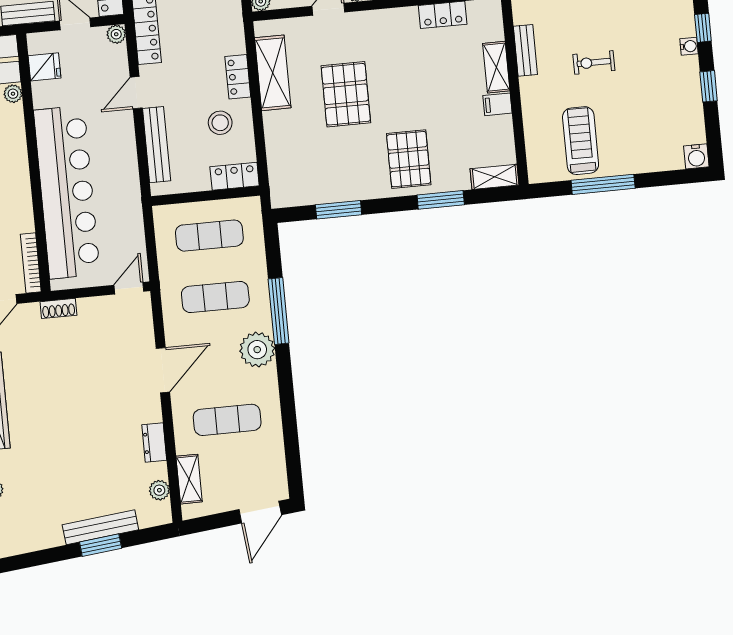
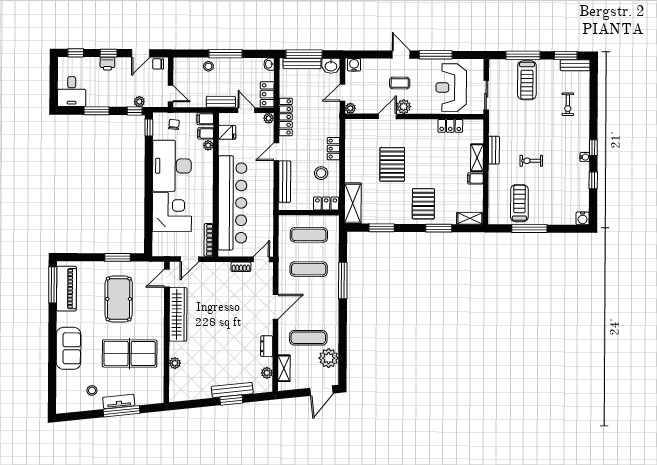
shelving: (273, 73) -> (353, 203), moved
shoe rack: (58, 308) -> (241, 267), moved
plant: (257, 350) -> (329, 358), moved

